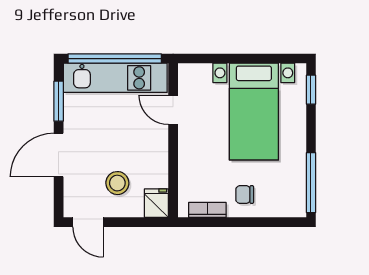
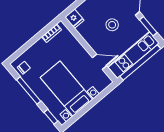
stool: (117, 183) -> (112, 25), moved
window: (311, 183) -> (29, 91), moved
chair: (245, 195) -> (24, 68), moved

